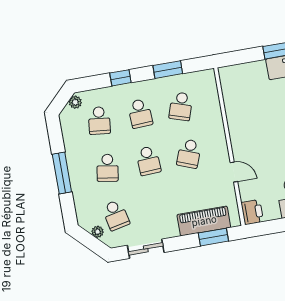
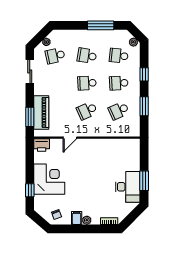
school desk: (181, 106) -> (119, 111), turned -42
school desk: (189, 154) -> (87, 111), turned -45
window: (62, 173) -> (101, 25), moved

